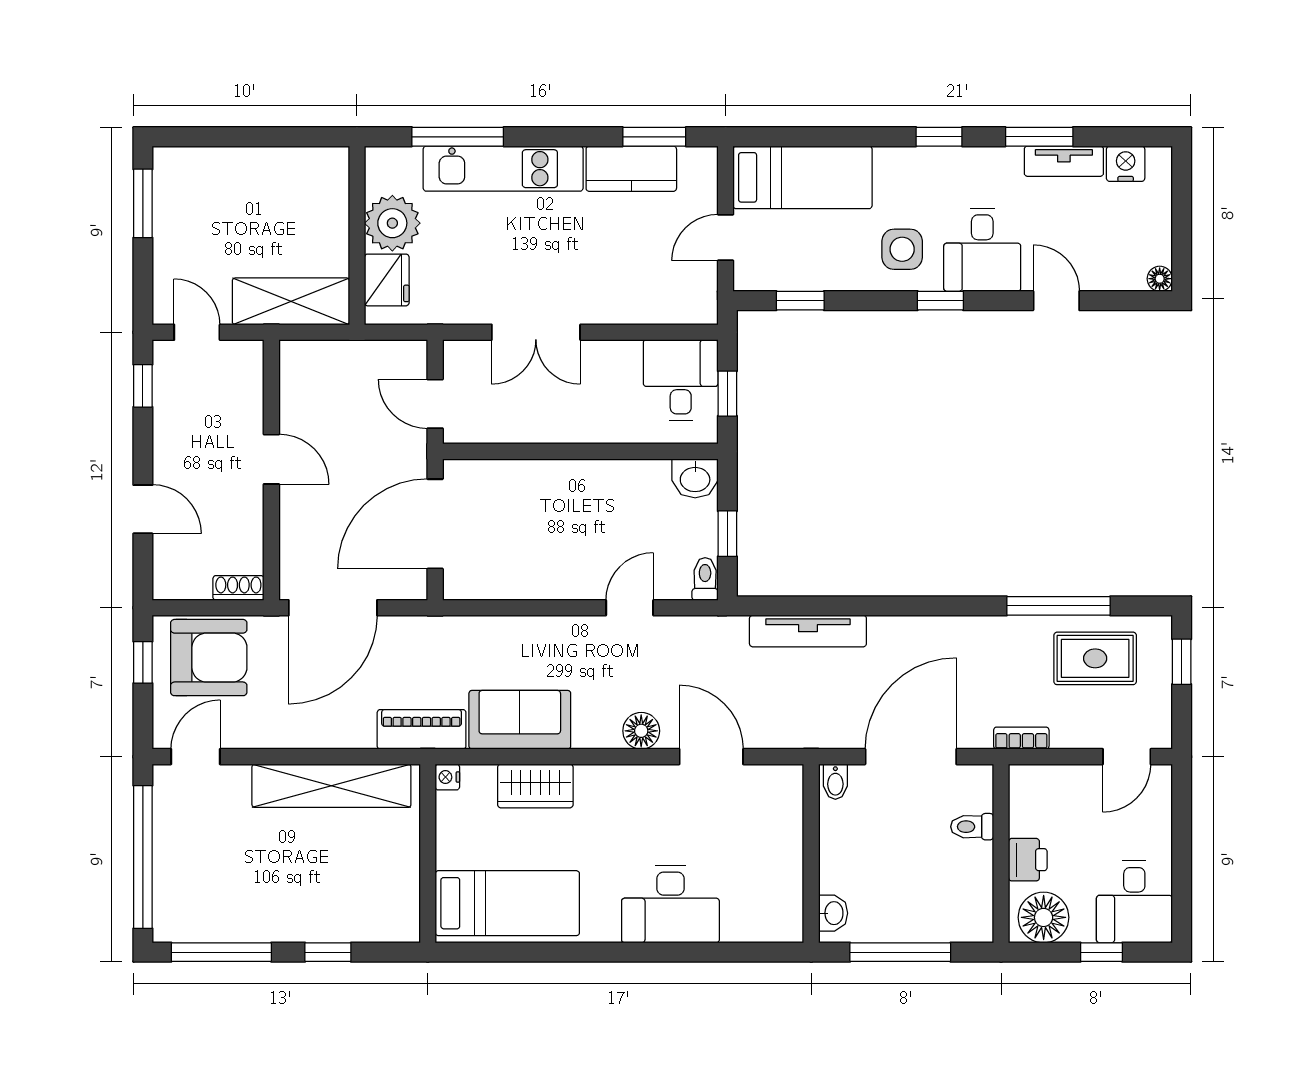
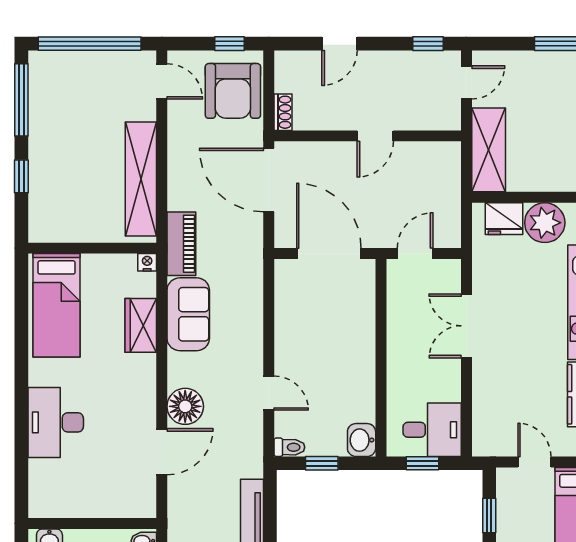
floor lamp: (641, 731) -> (185, 406), width x1.38, depth x1.38

